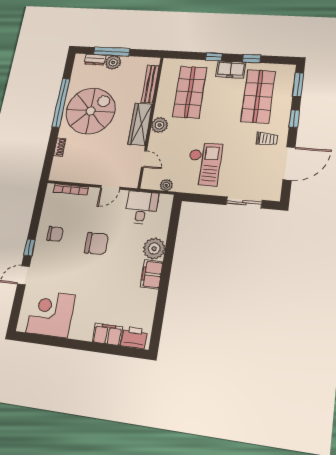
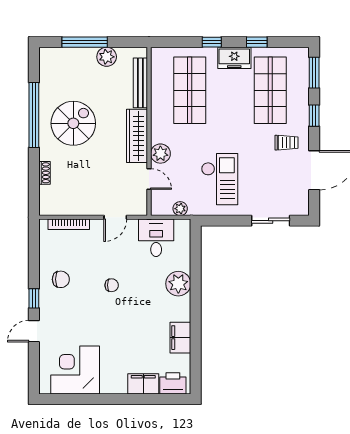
dresser: (95, 60) -> (66, 54), removed
plant: (113, 62) -> (107, 57), moved
spiral stairs: (91, 111) -> (73, 123), width x0.73, depth x0.73
plant: (160, 125) -> (160, 154), moved
chair: (96, 244) -> (112, 285), width x0.54, depth x0.54
filing cabinet: (152, 274) -> (180, 338), moved

